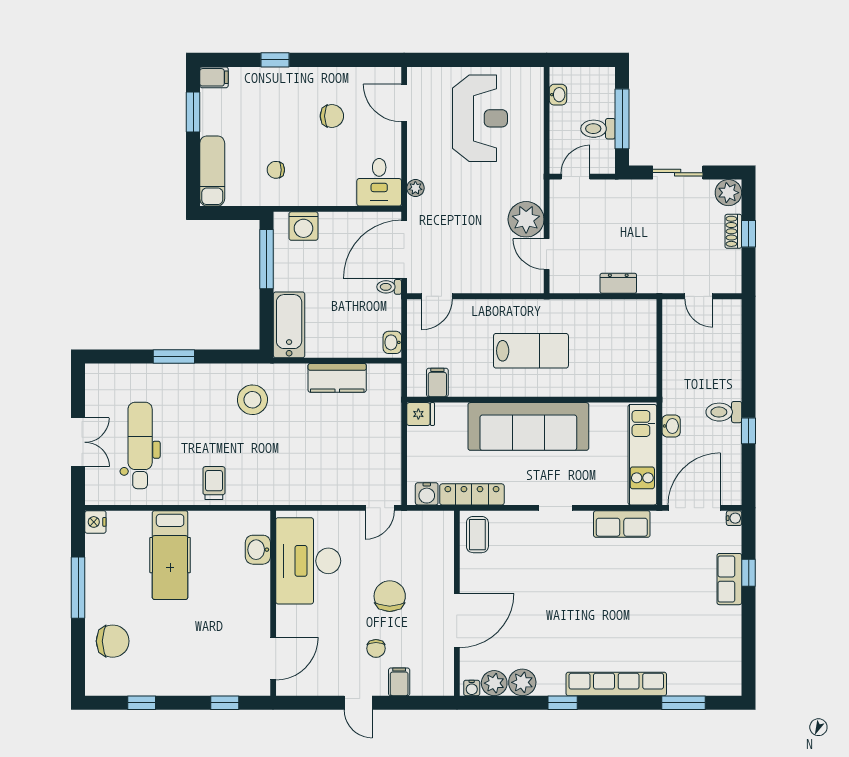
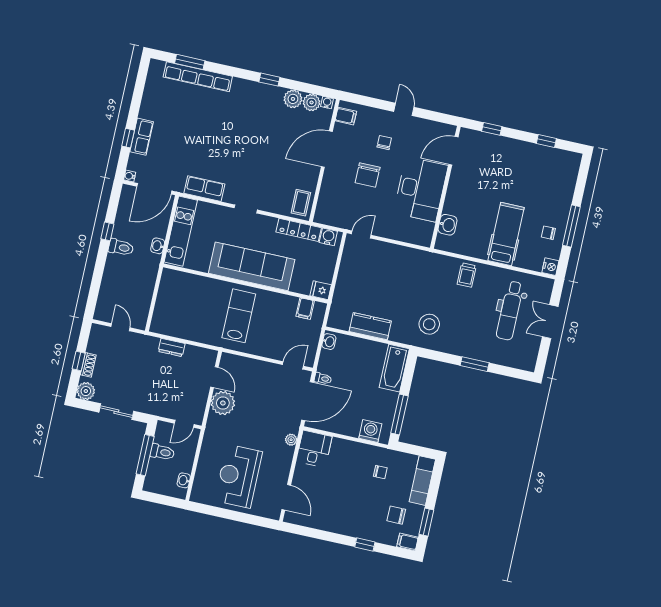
chair: (332, 116) -> (396, 515), moved
lab bench: (531, 351) -> (239, 316), turned 90
desk: (308, 561) -> (421, 189), moved
chair: (113, 641) -> (548, 233), moved, width x0.54, depth x0.54
filing cabinet: (399, 682) -> (346, 116), moved, turned -90
row of seats: (616, 684) -> (198, 77), moved

